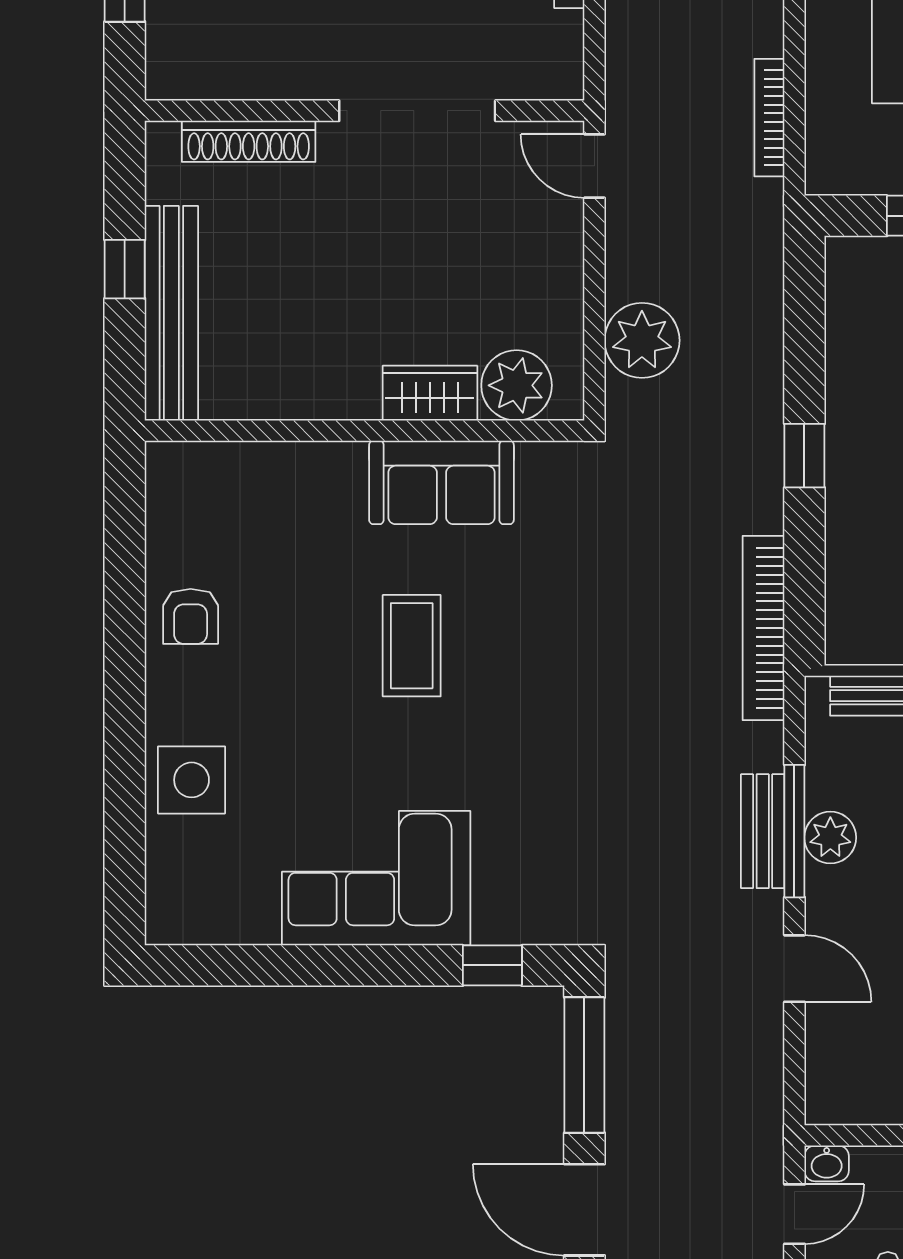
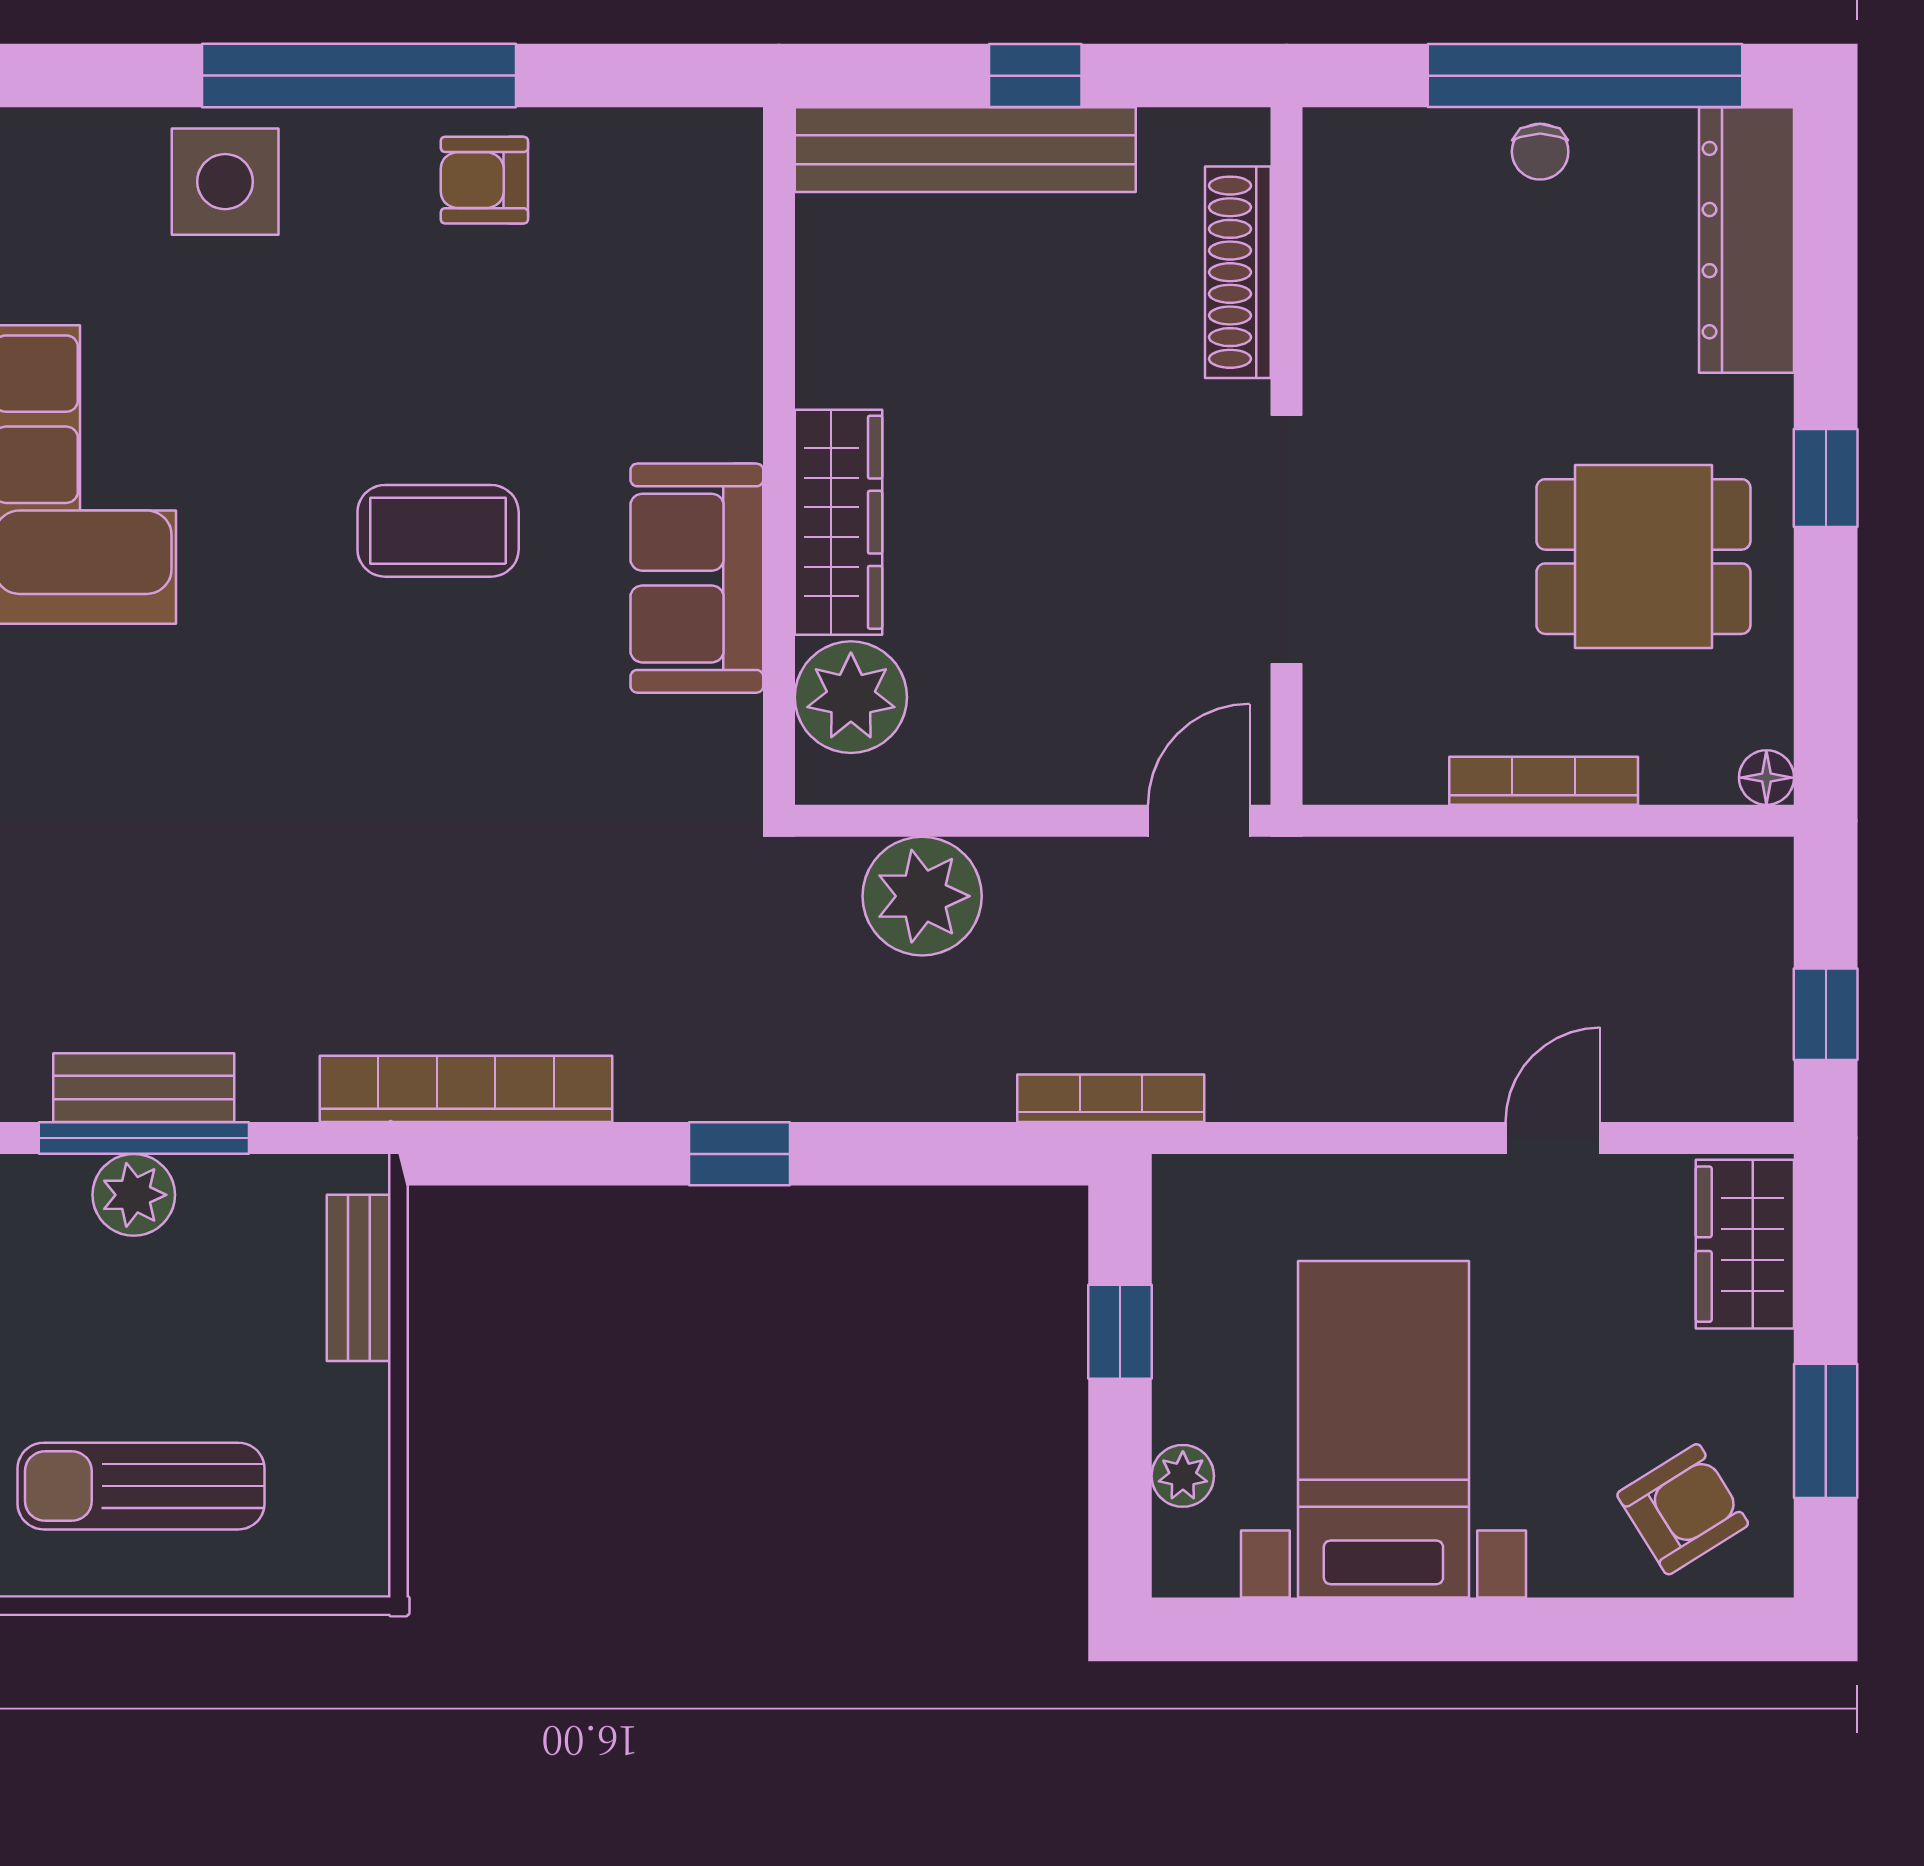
bookcase: (769, 118) -> (1111, 1098), moved
wardrobe: (430, 393) -> (838, 522), width x1.50
window: (125, 695) -> (359, 76), added

